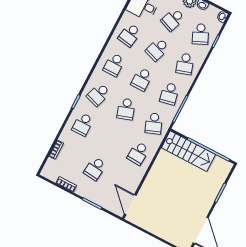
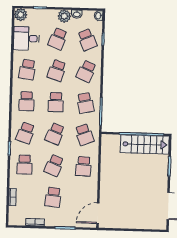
school desk: (185, 64) -> (86, 71), turned 42
school desk: (126, 109) -> (55, 134), turned 39
school desk: (111, 139) -> (54, 165), added
stairs: (188, 151) -> (145, 144), moved
door: (130, 205) -> (98, 213), hinge flipped

